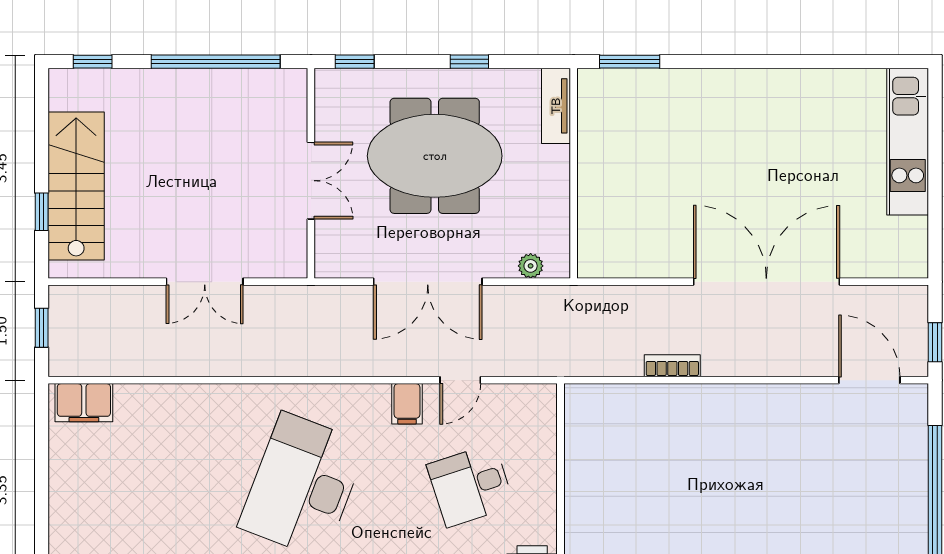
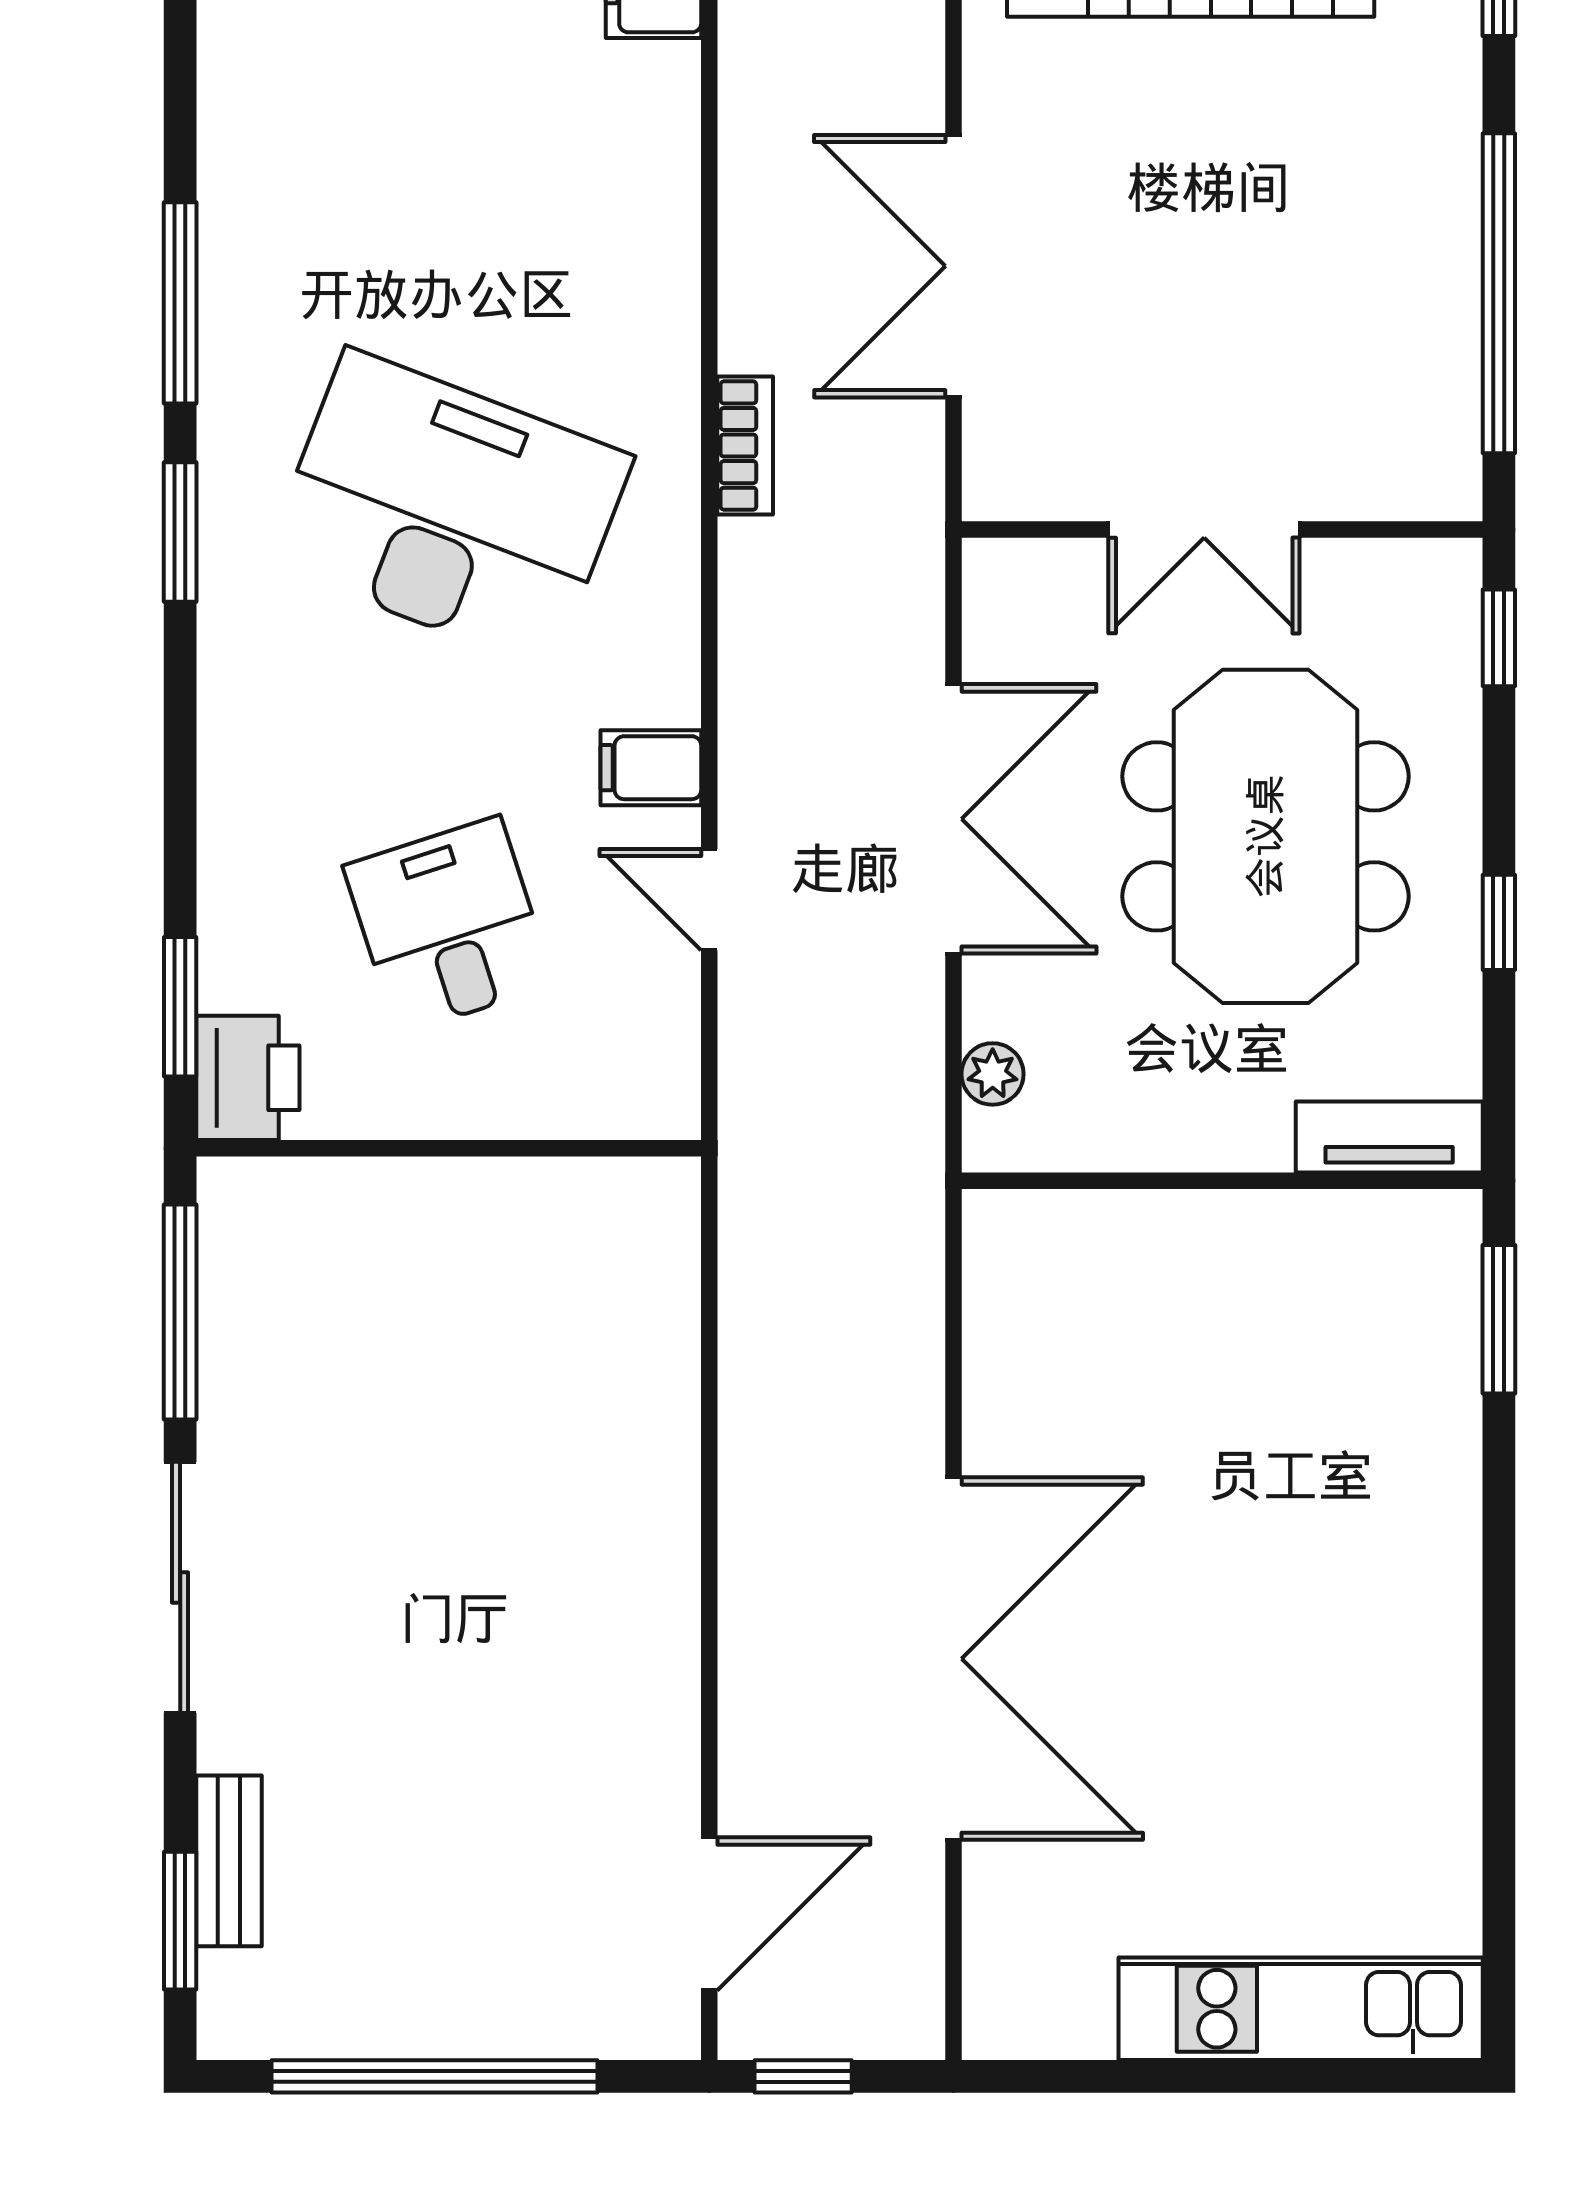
double door: (205, 282) -> (953, 266), width x1.37
double door: (428, 282) -> (953, 819), swing flipped
bookcase: (672, 366) -> (745, 446), moved

